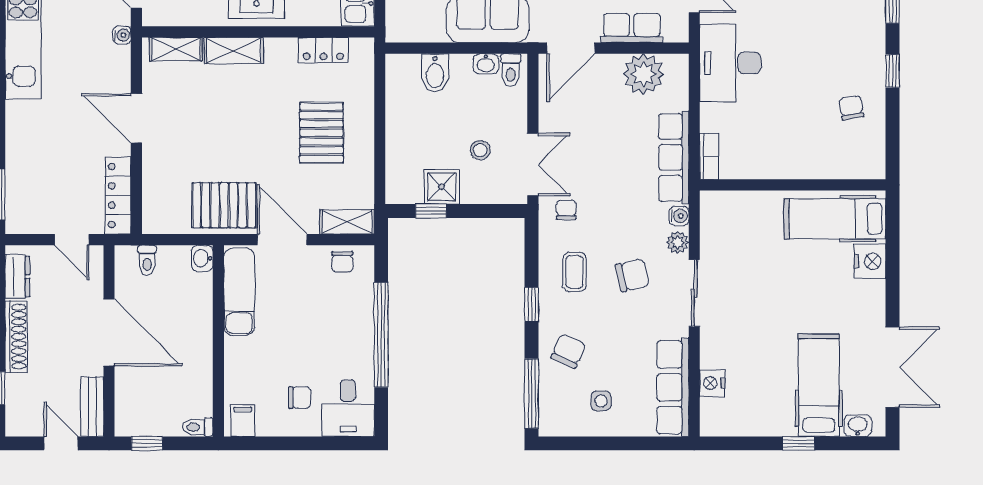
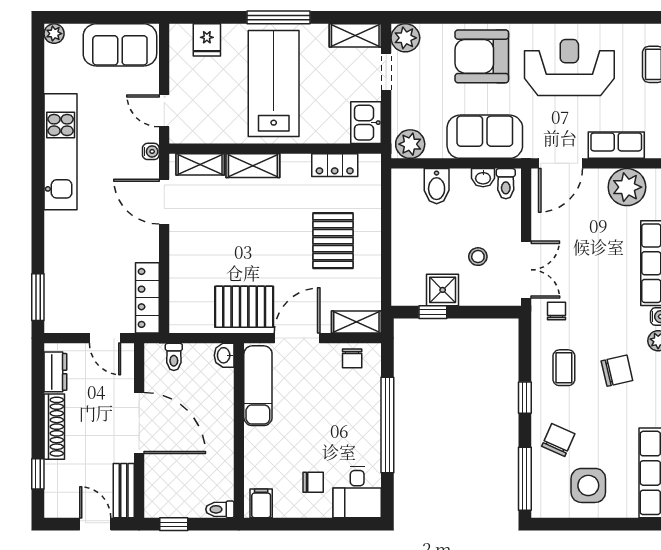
plant: (406, 27) -> (410, 144), added
door: (136, 118) -> (164, 202), moved
door: (282, 240) -> (297, 338), hinge flipped
side table: (601, 401) -> (588, 485), width x1.87, depth x1.87

